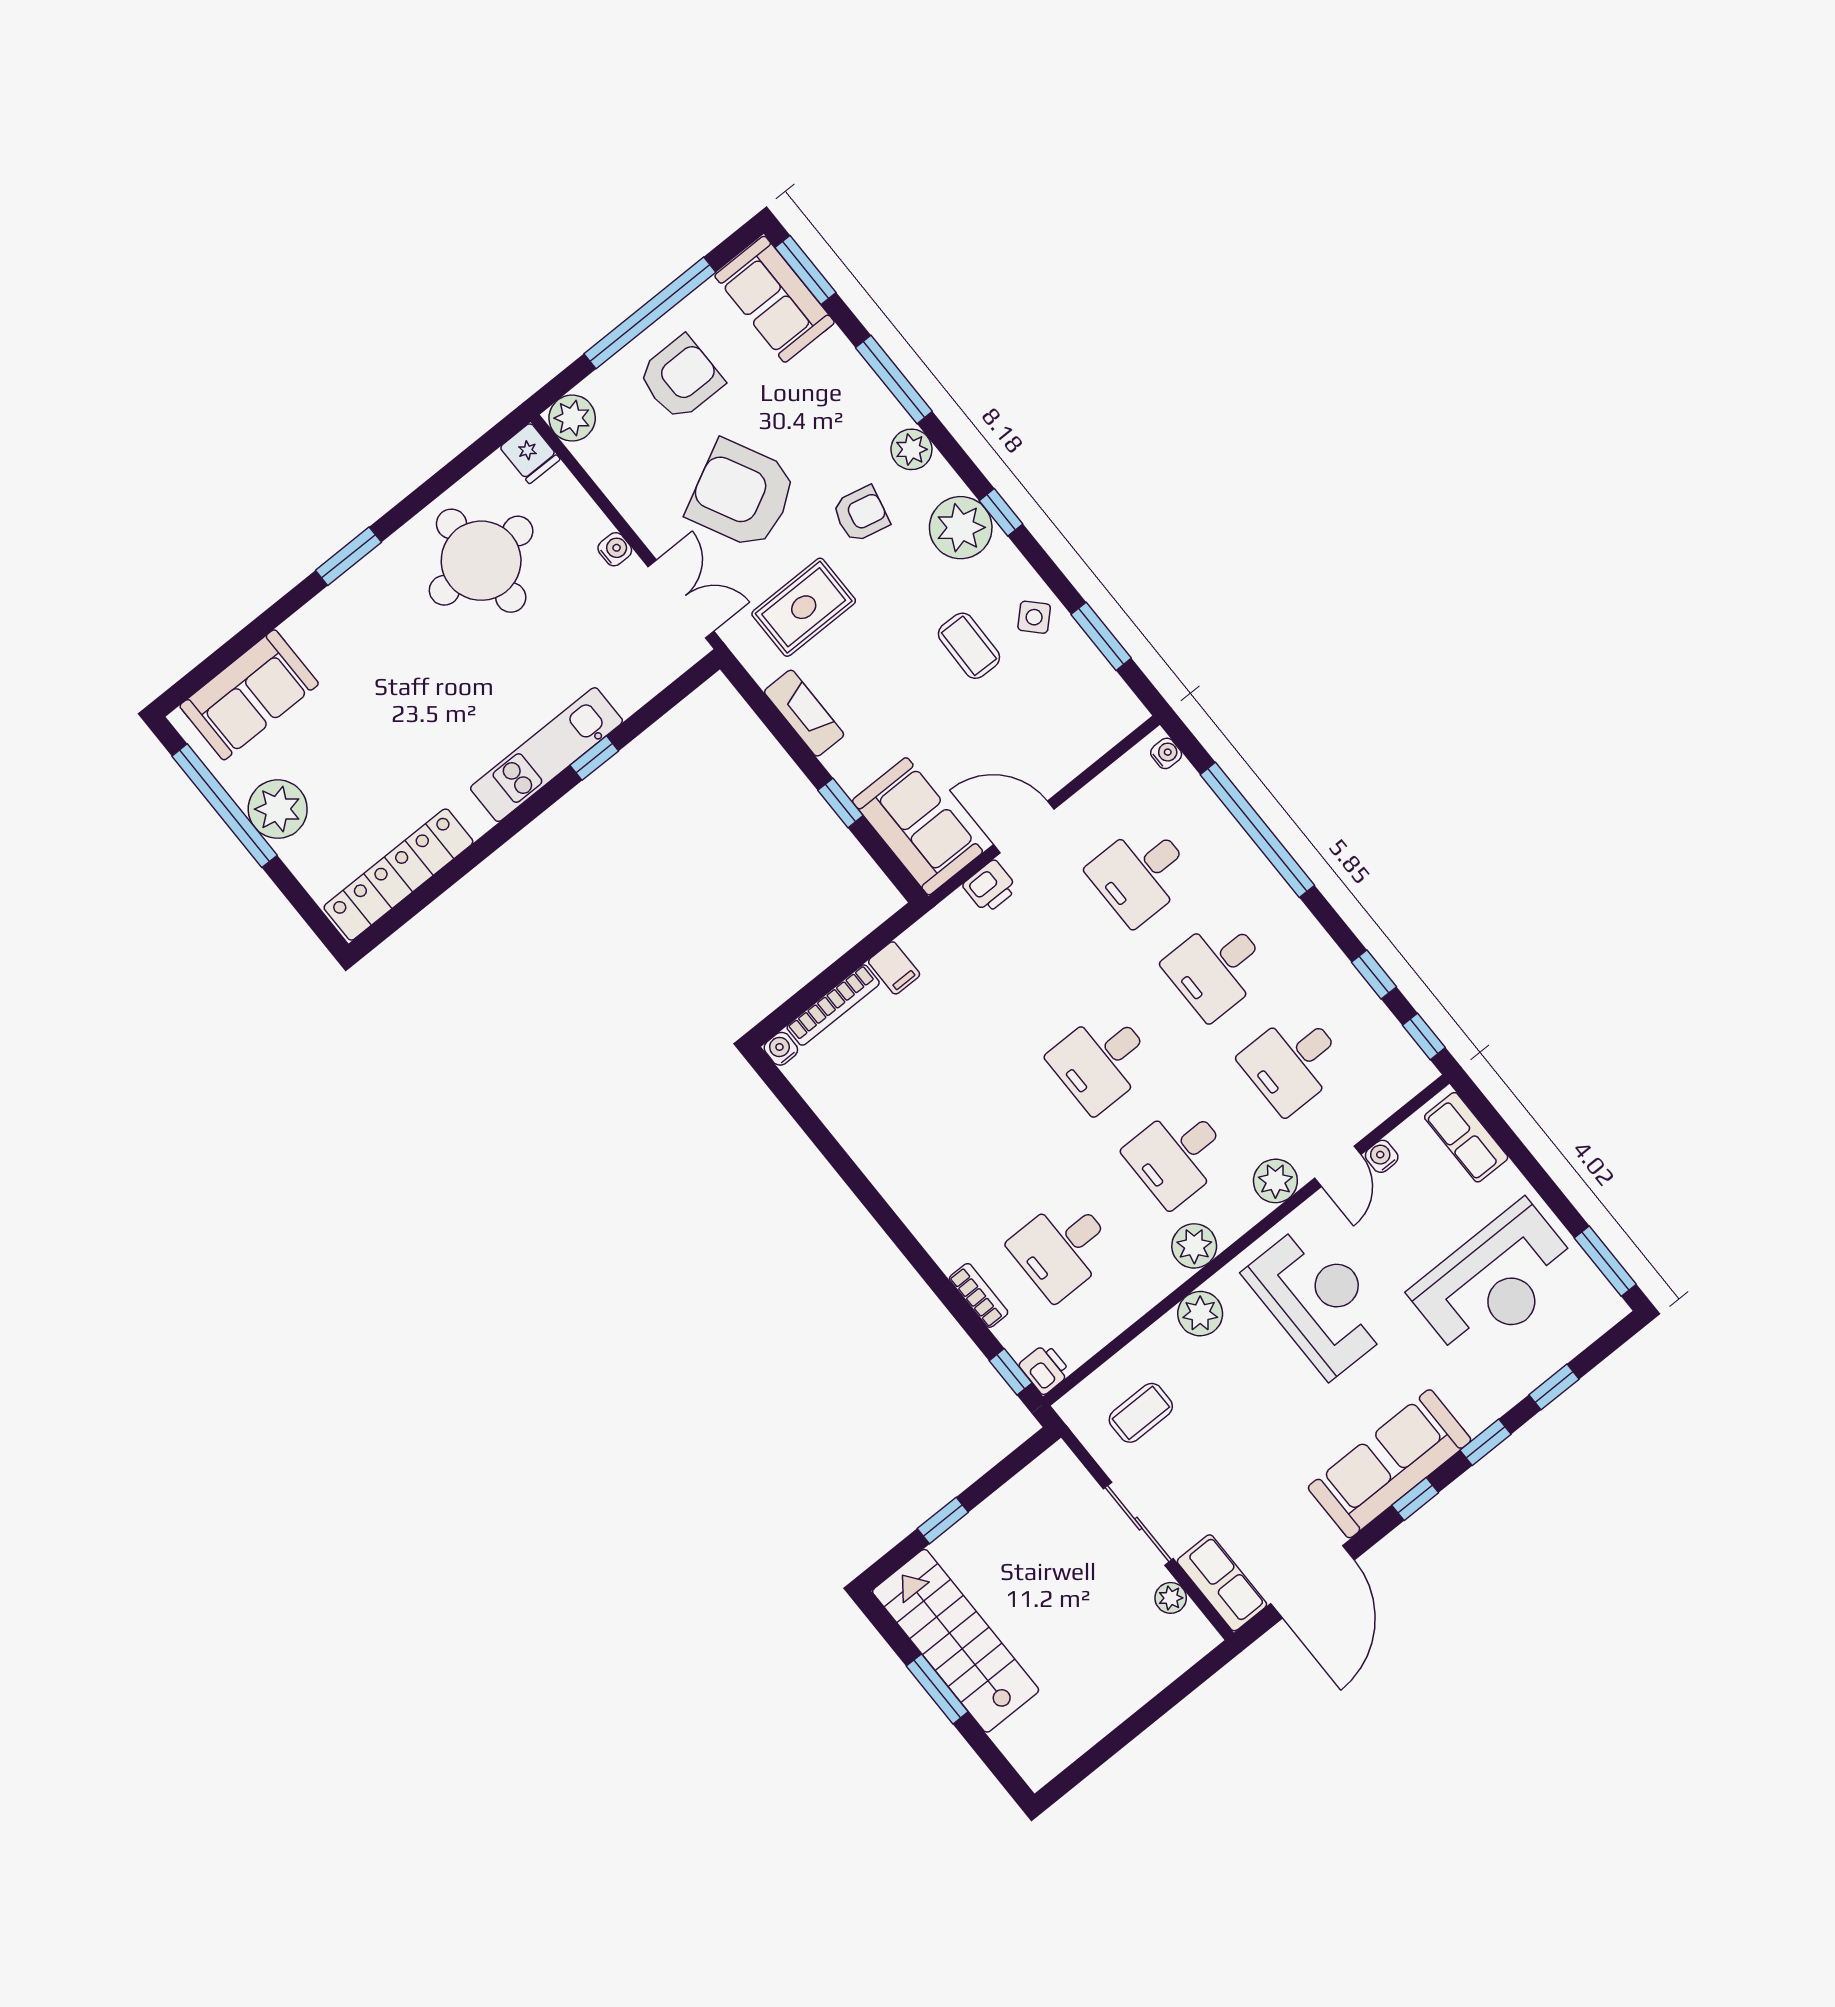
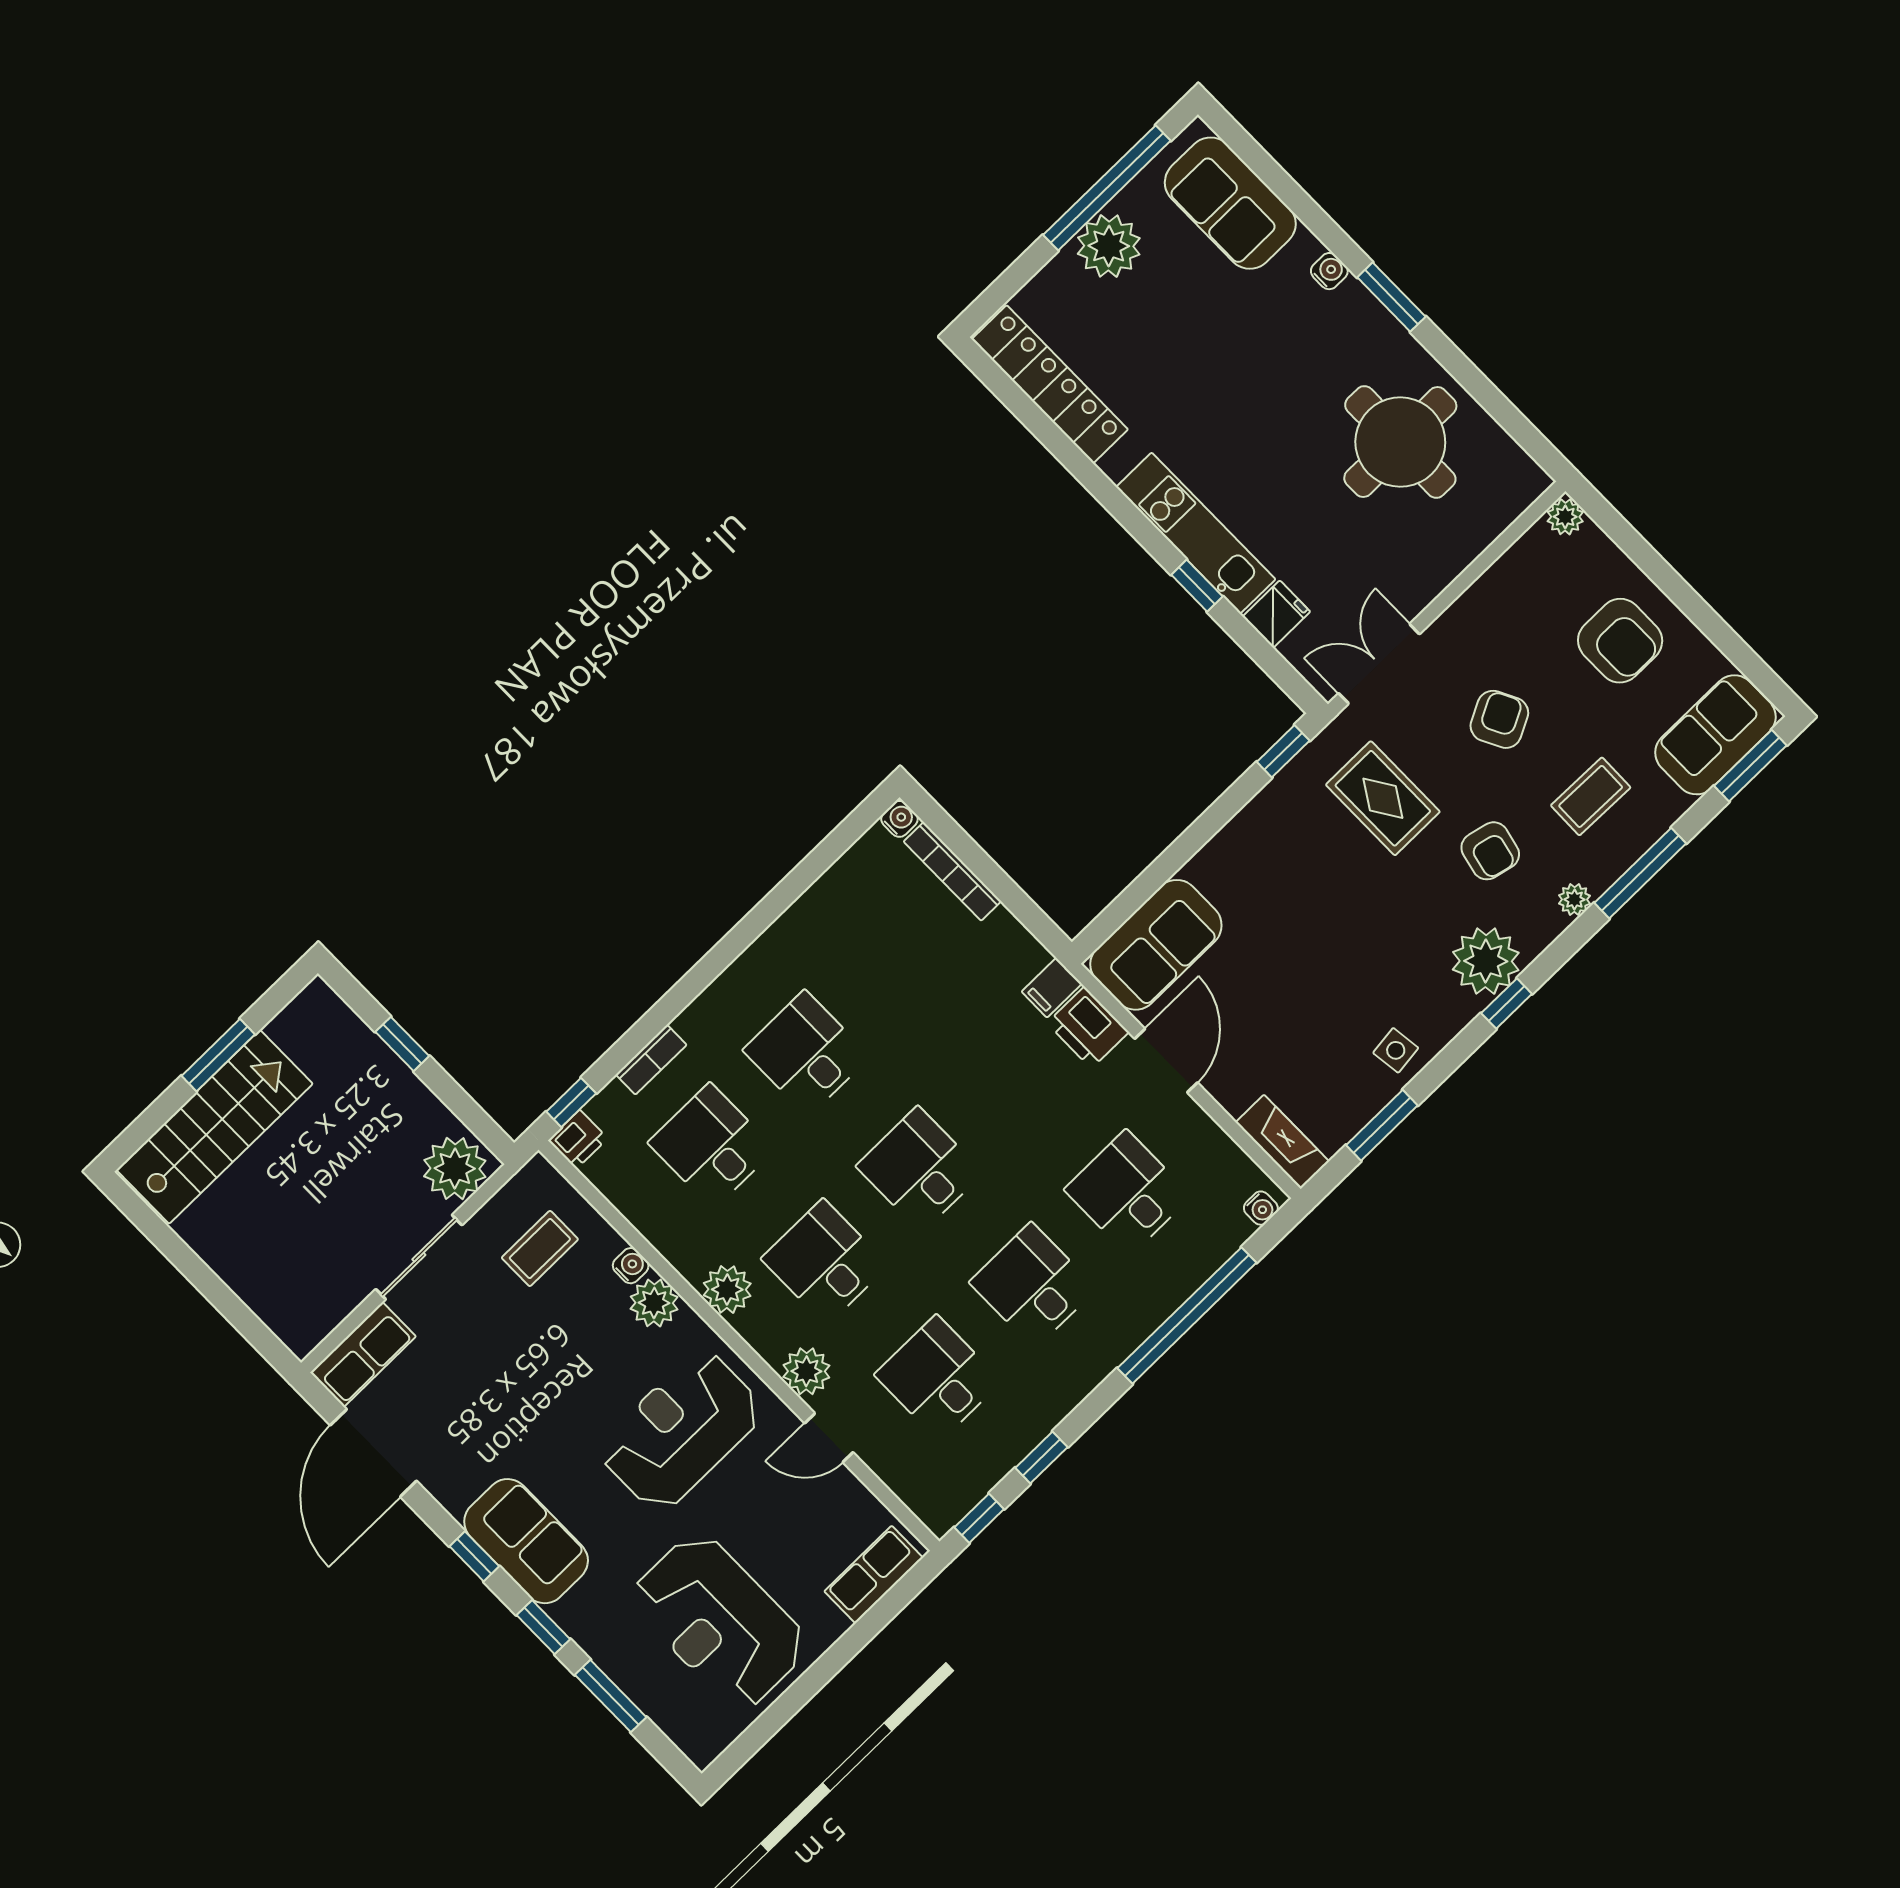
window: (650, 313) -> (1688, 600), removed
plant: (572, 418) -> (1565, 517), width x0.73, depth x0.73
plant: (911, 449) -> (1574, 900), width x0.73, depth x0.73
fridge: (530, 453) -> (1276, 614), moved, turned 180
armchair: (742, 494) -> (1499, 719), width x0.53, depth x0.53
water cooler: (615, 549) -> (1329, 271), moved, turned -90
double door: (681, 599) -> (1379, 664), swing flipped
side table: (1034, 617) -> (1396, 1050), turned 37
coffee table: (969, 646) -> (1591, 796), moved
fireplace: (804, 713) -> (1282, 1142), moved, turned -90
window: (840, 803) -> (1283, 751), moved
printer: (990, 887) -> (1088, 1028), width x1.36, depth x1.24
filing cabinet: (894, 968) -> (1052, 988), moved
desk: (986, 1154) -> (806, 1053), added
water cooler: (1382, 1156) -> (631, 1266), moved
window: (1605, 1261) -> (753, 1739), removed
reception desk: (1319, 1300) -> (681, 1431), turned 180
window: (1554, 1387) -> (611, 1696), width x1.50
coffee table: (1141, 1413) -> (540, 1248), turned 90
sofa: (1390, 1464) -> (526, 1541), width x0.73
door: (1313, 1582) -> (373, 1453), hinge flipped
plant: (1171, 1598) -> (455, 1168), moved, width x1.88, depth x1.88
stairs: (956, 1641) -> (214, 1127), moved

